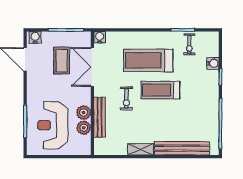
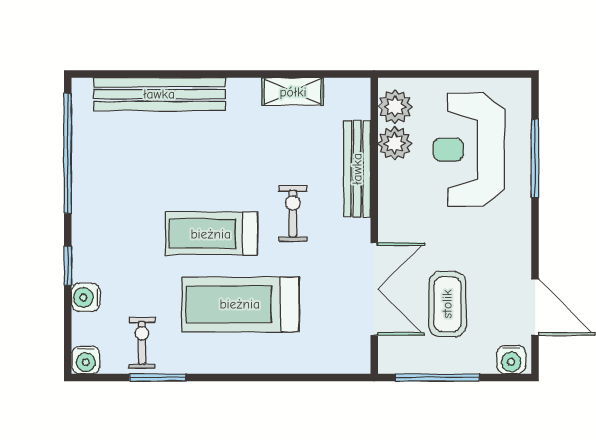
water cooler: (100, 37) -> (86, 360), moved
treadmill: (148, 60) -> (240, 304), turned 180
treadmill: (160, 90) -> (211, 234), turned 180
plant: (84, 112) -> (395, 107), moved
reception desk: (53, 125) -> (469, 150), turned 180
shelving: (141, 149) -> (293, 92), moved

